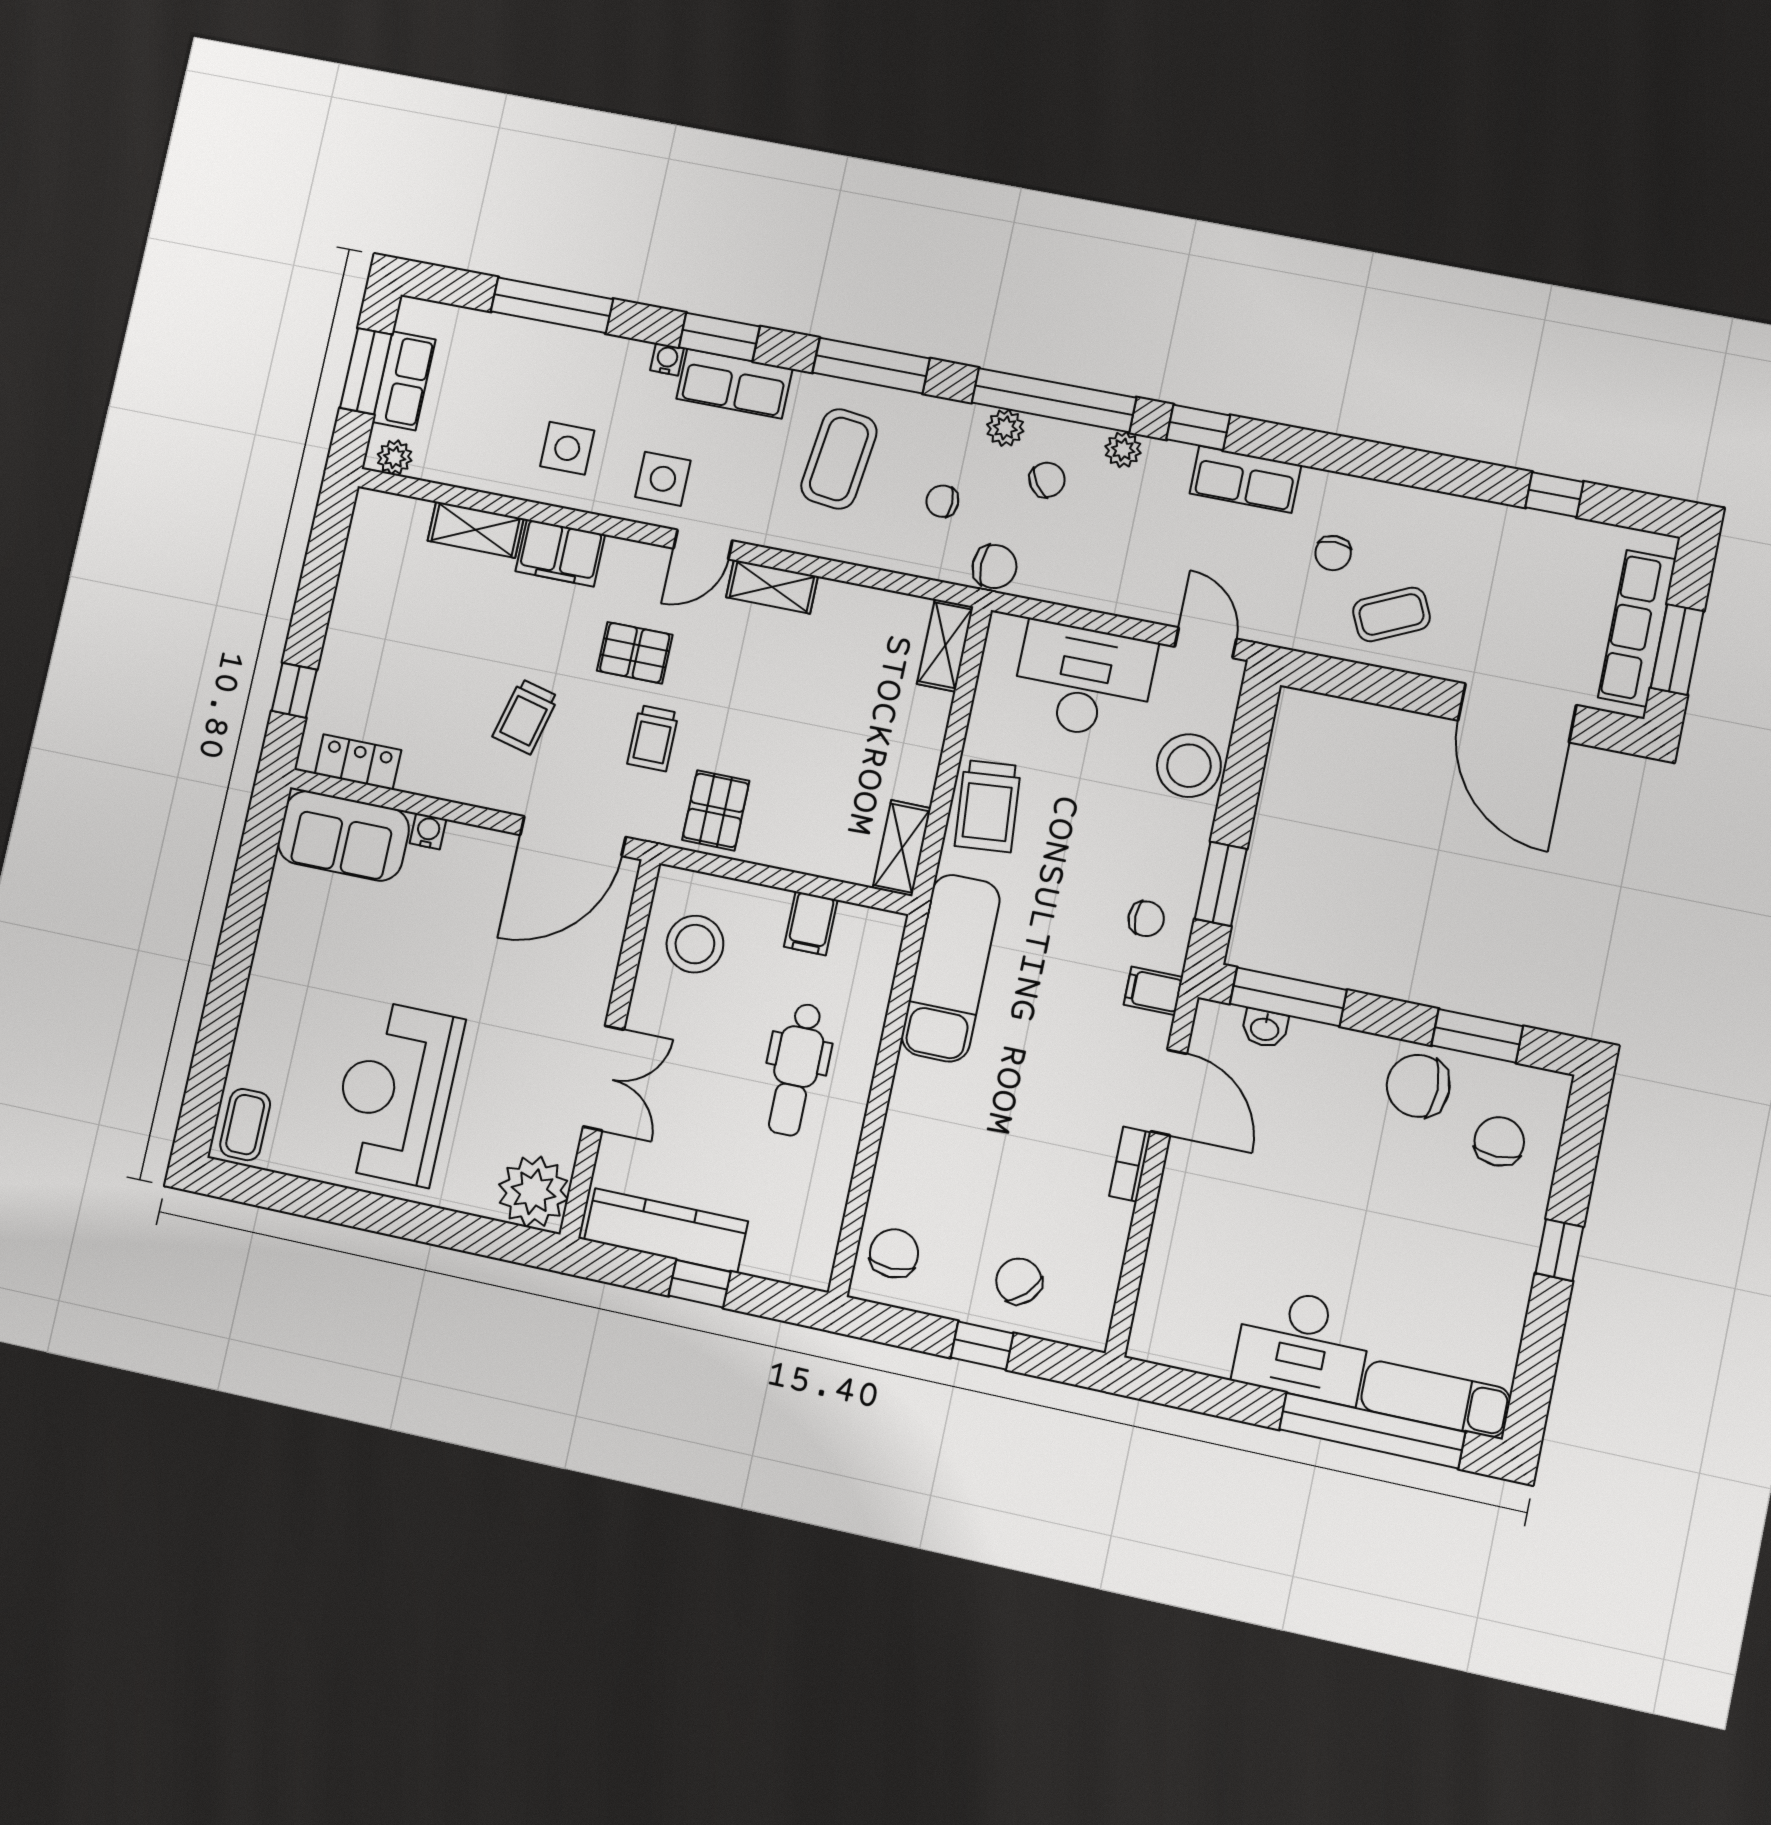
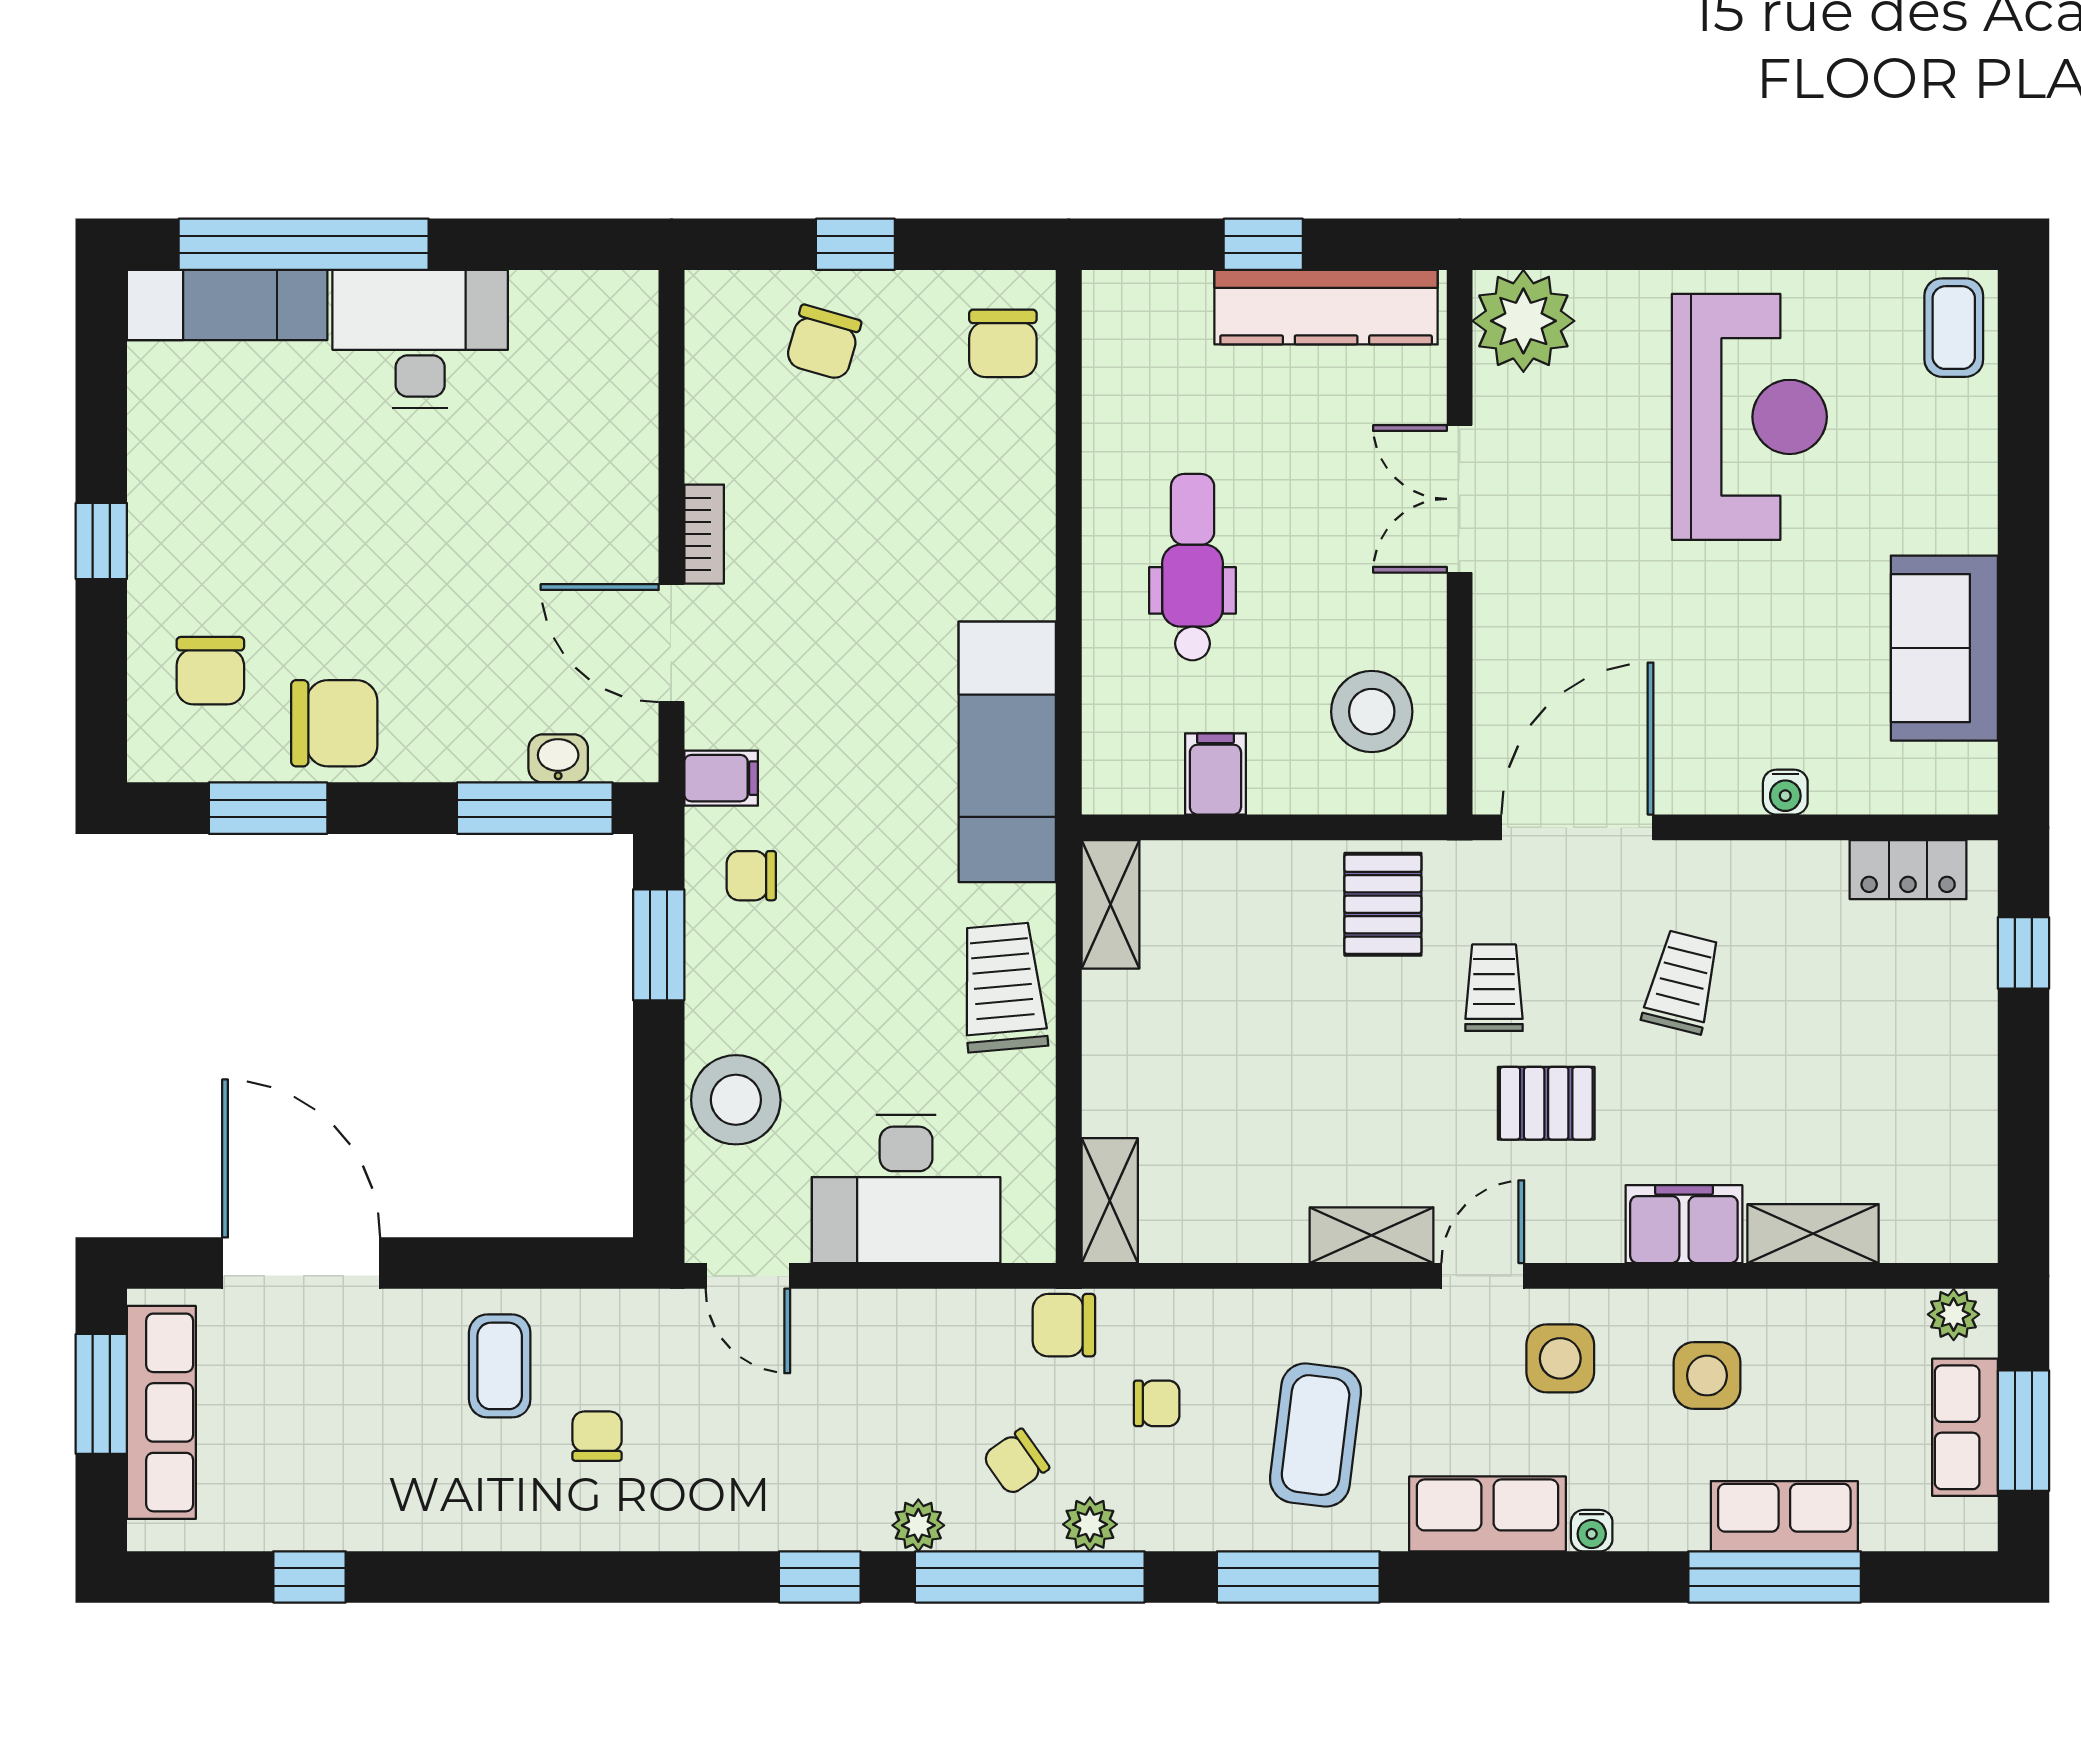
window: (719, 337) -> (1524, 1577), removed
row of seats: (1245, 479) -> (1784, 1516), moved
coffee table: (1391, 614) -> (500, 1366), turned -65
sofa: (343, 836) -> (1944, 648), moved, turned -90
chair: (1019, 1281) -> (823, 342), turned 61

